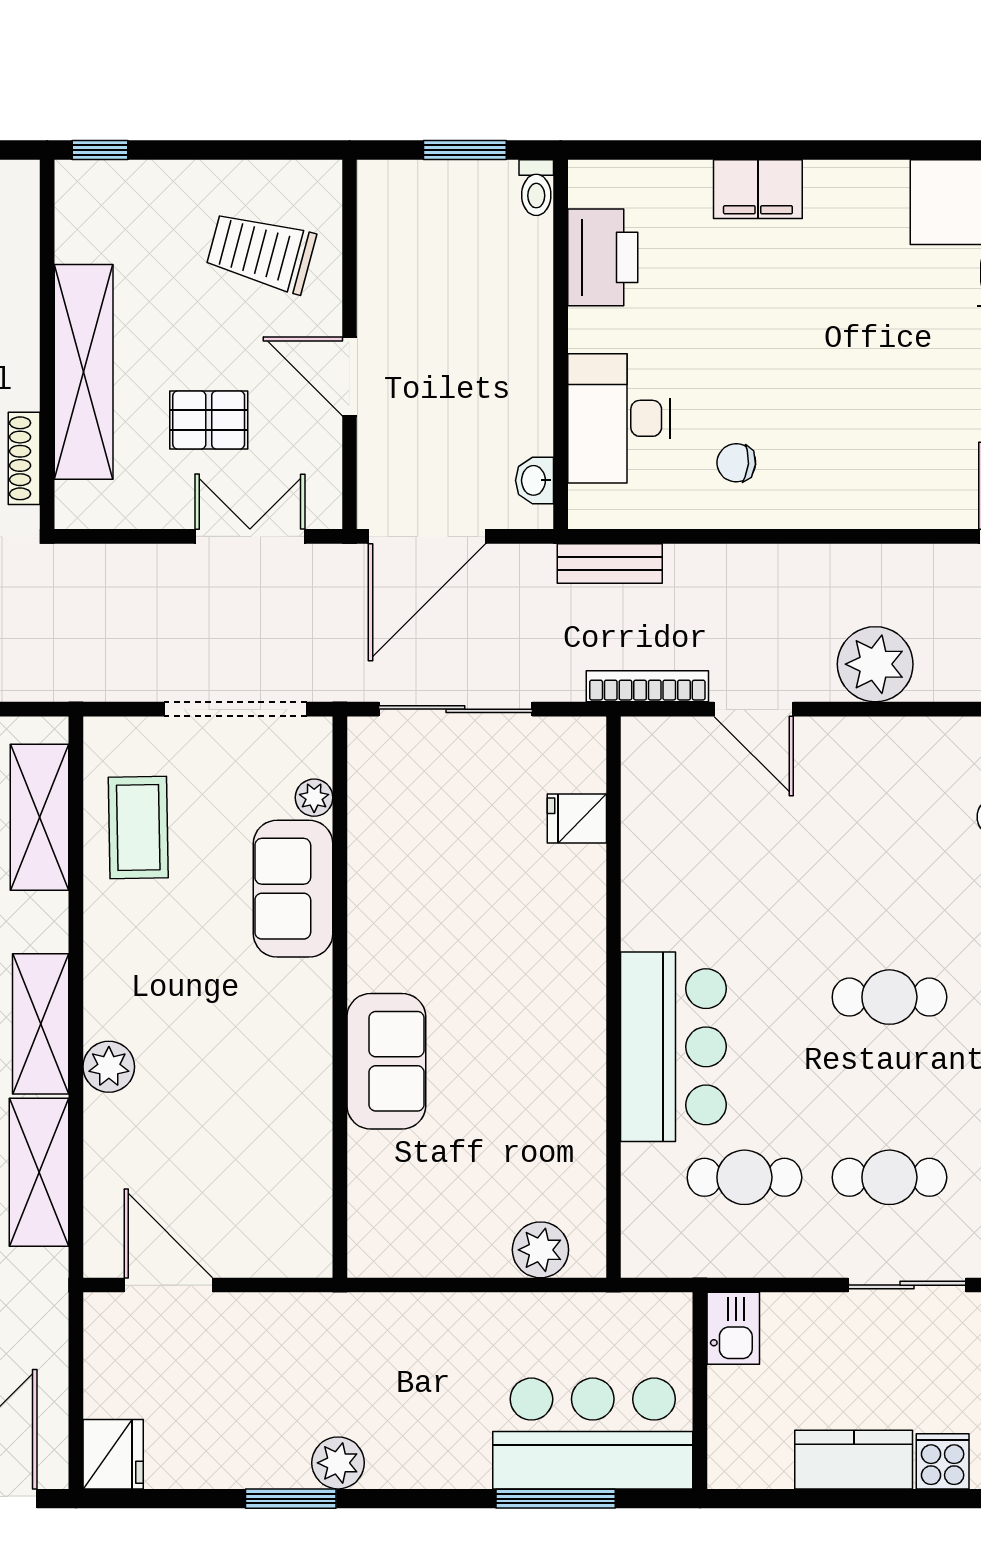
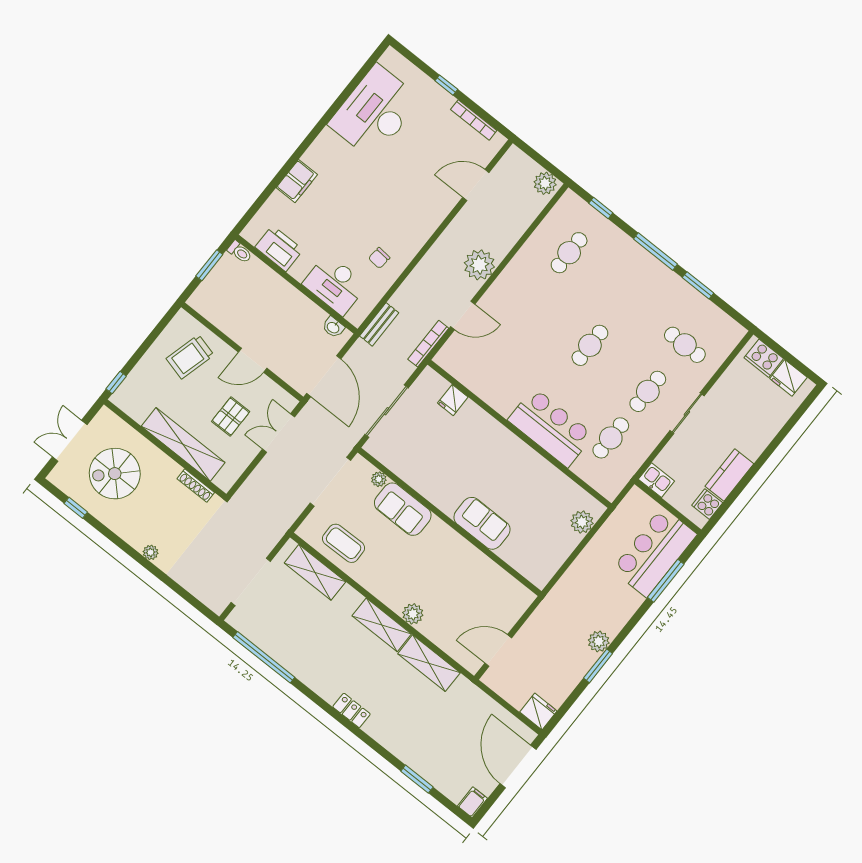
cooker: (943, 1461) -> (707, 504), moved

